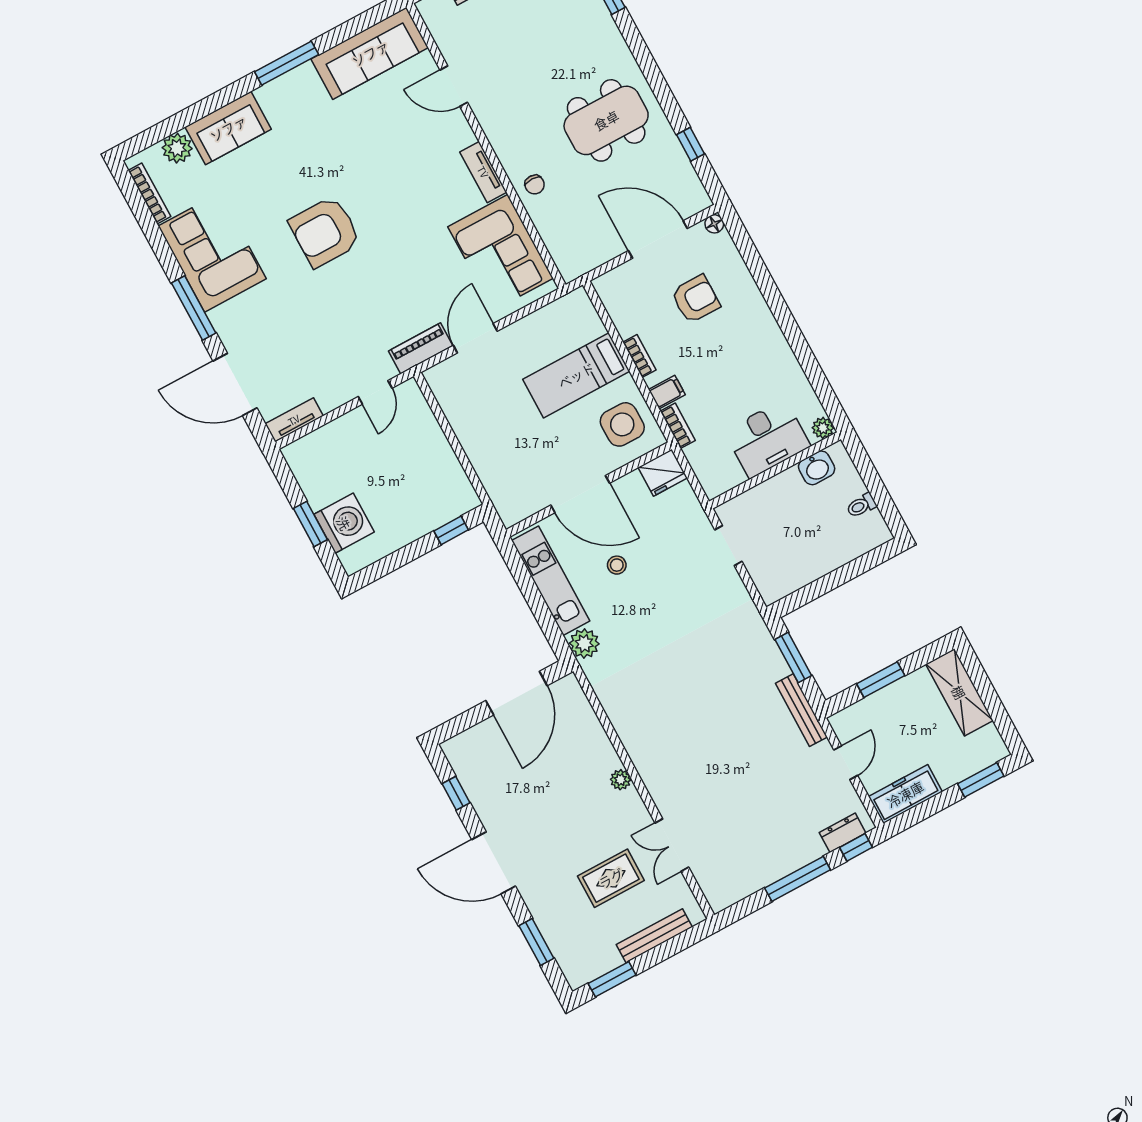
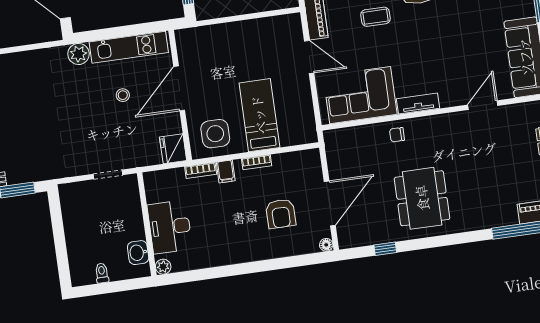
coffee table: (390, 271) -> (376, 17), added

